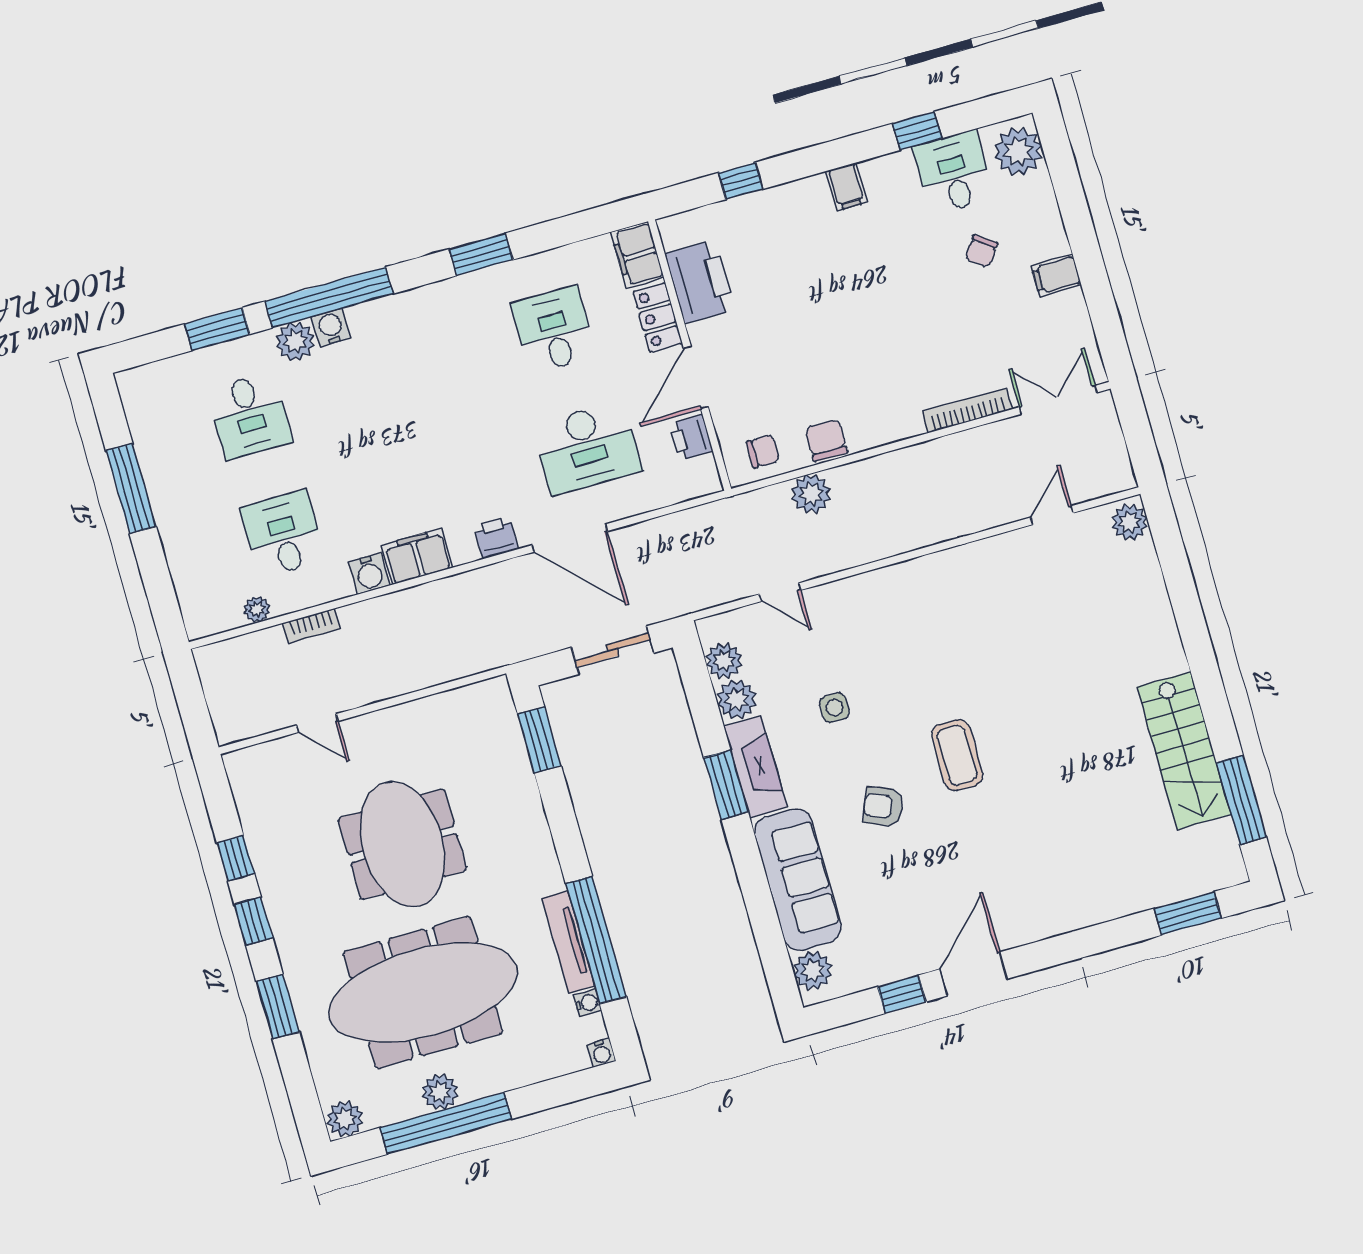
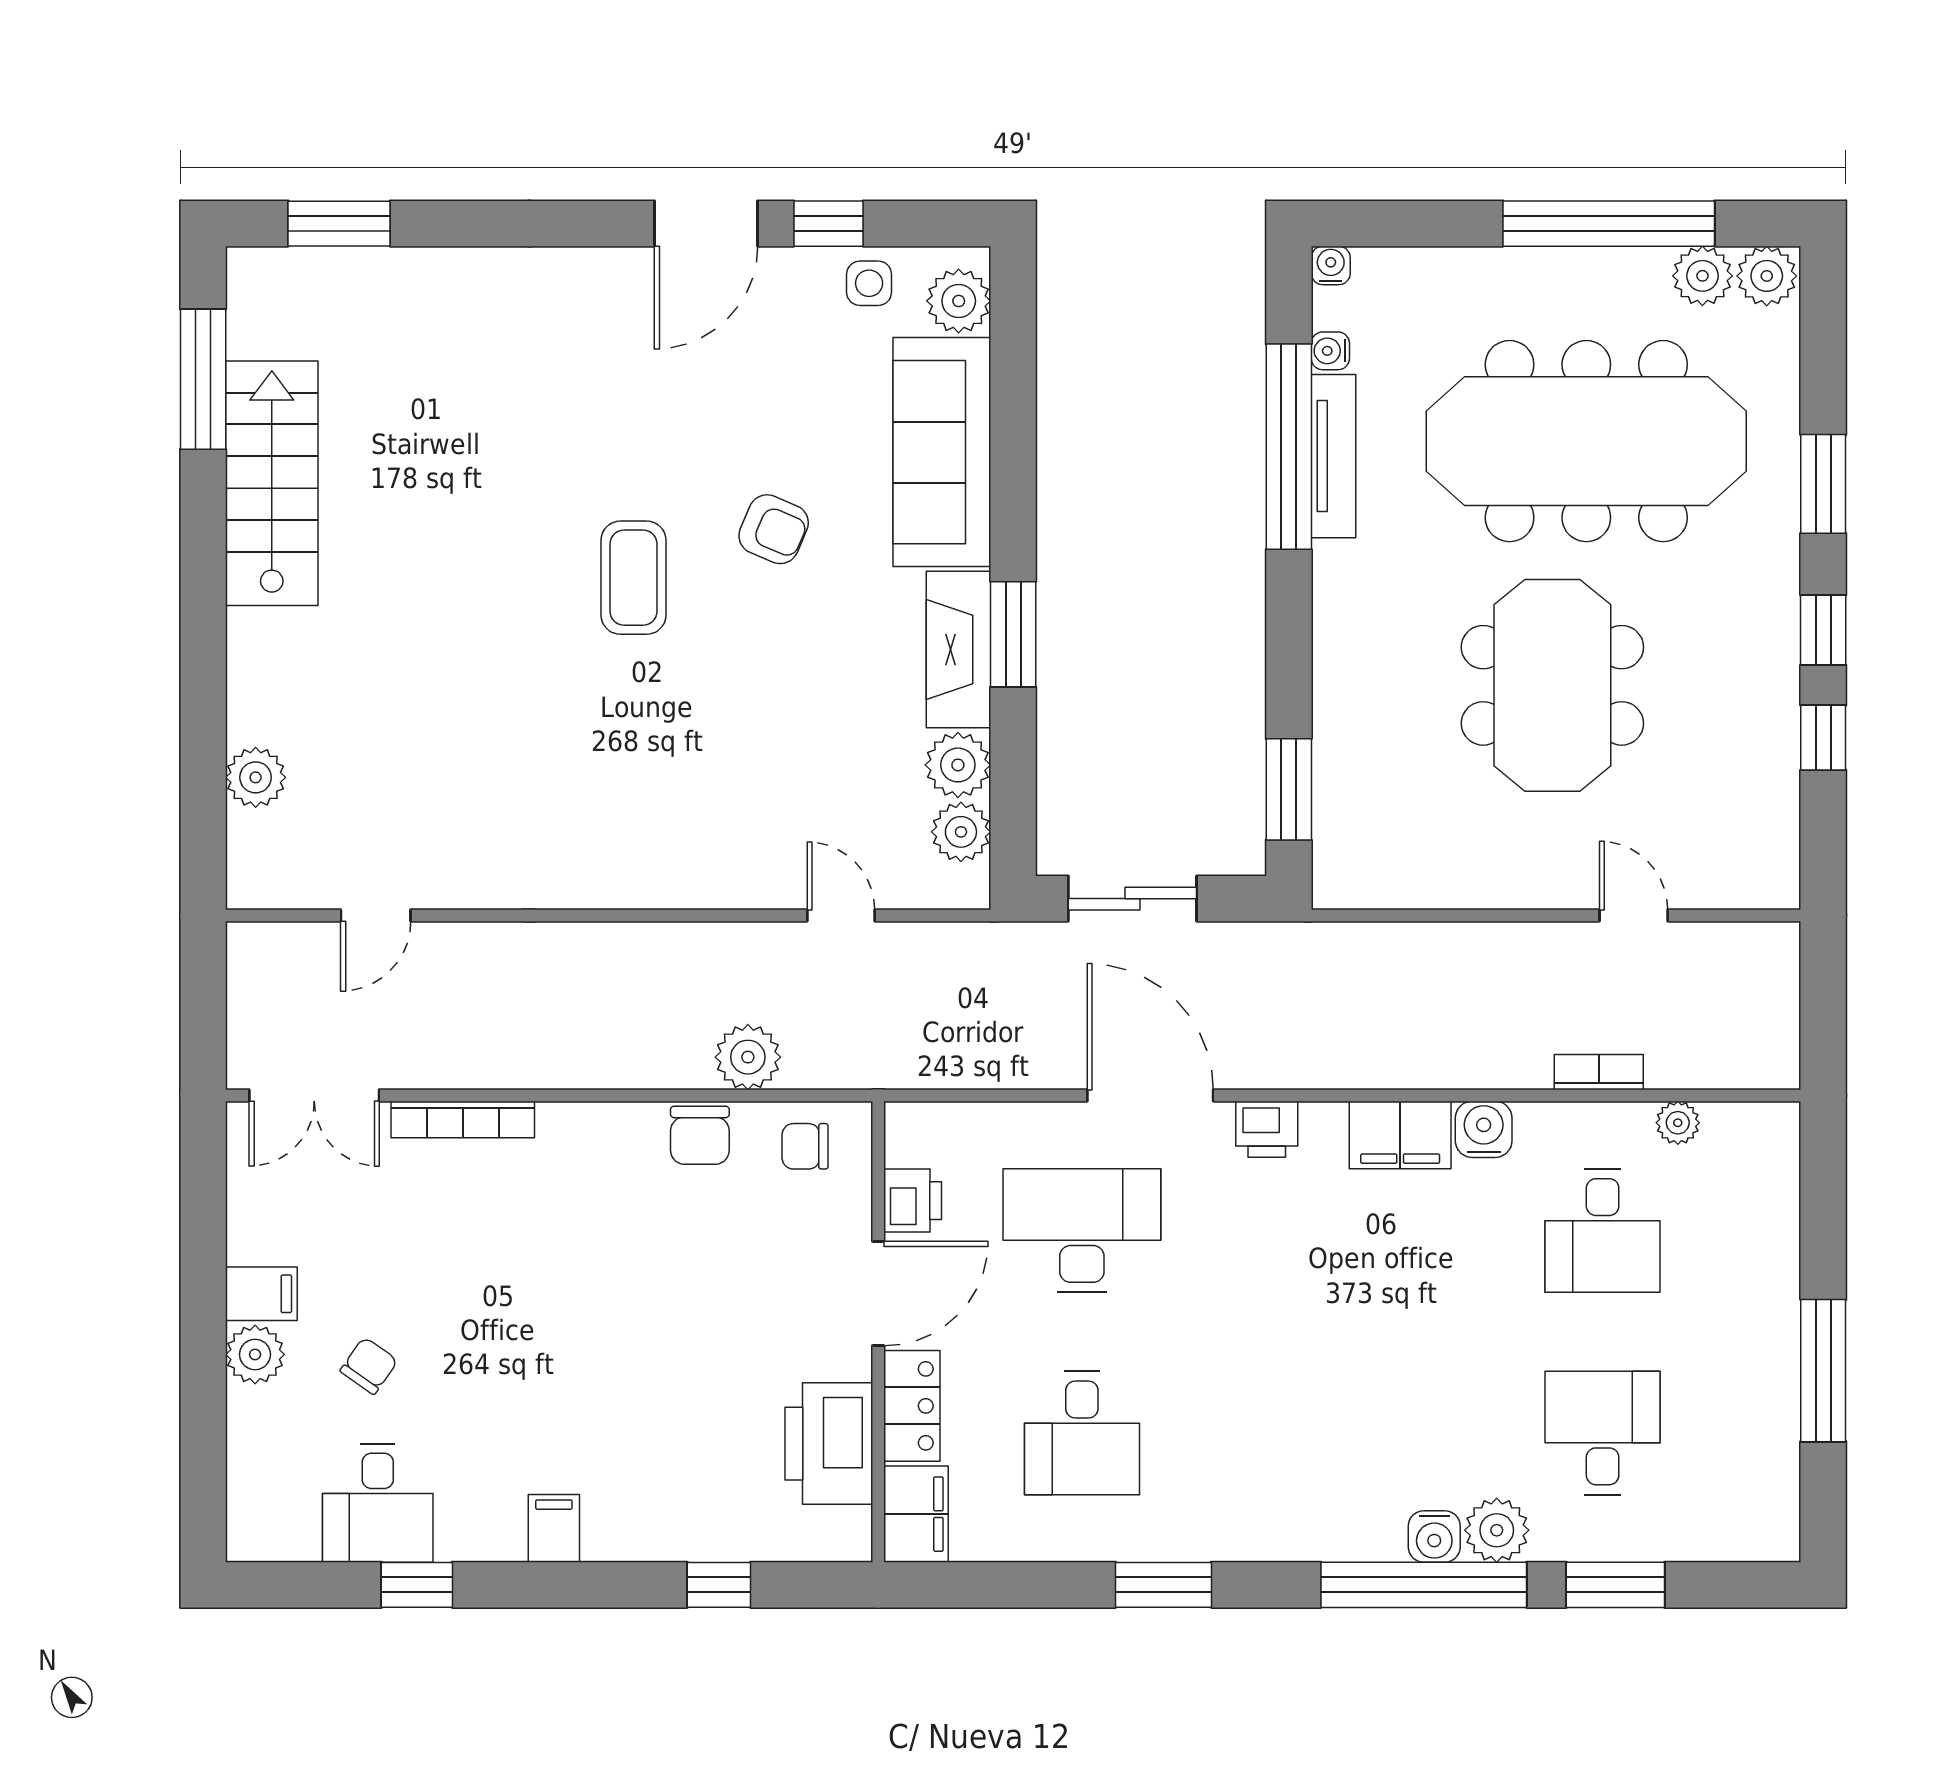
plant: (1018, 151) -> (255, 1354), moved, width x0.73, depth x0.73
plant: (1130, 522) -> (256, 777), moved
side table: (834, 708) -> (869, 283), moved
plant: (440, 1092) -> (1702, 276), moved

